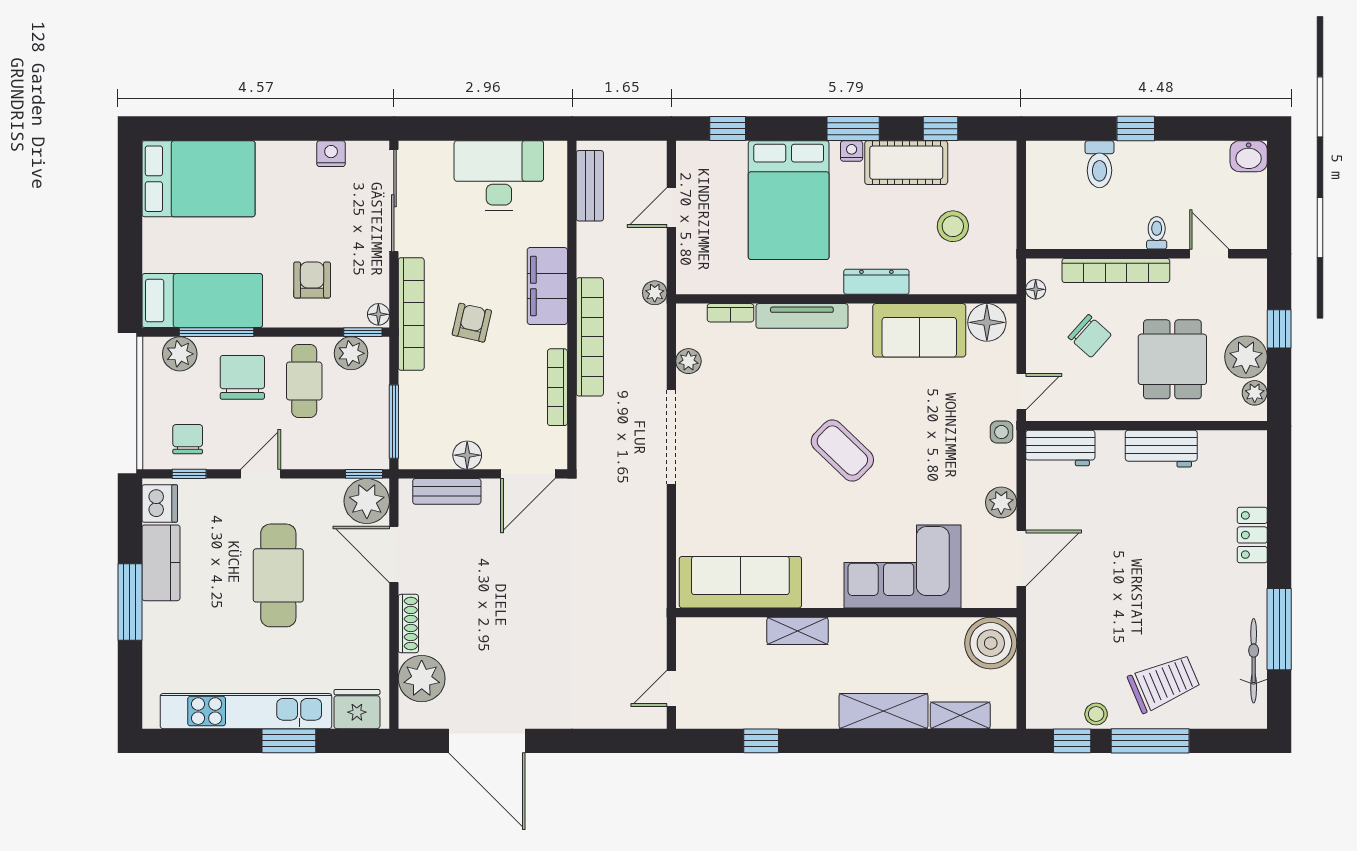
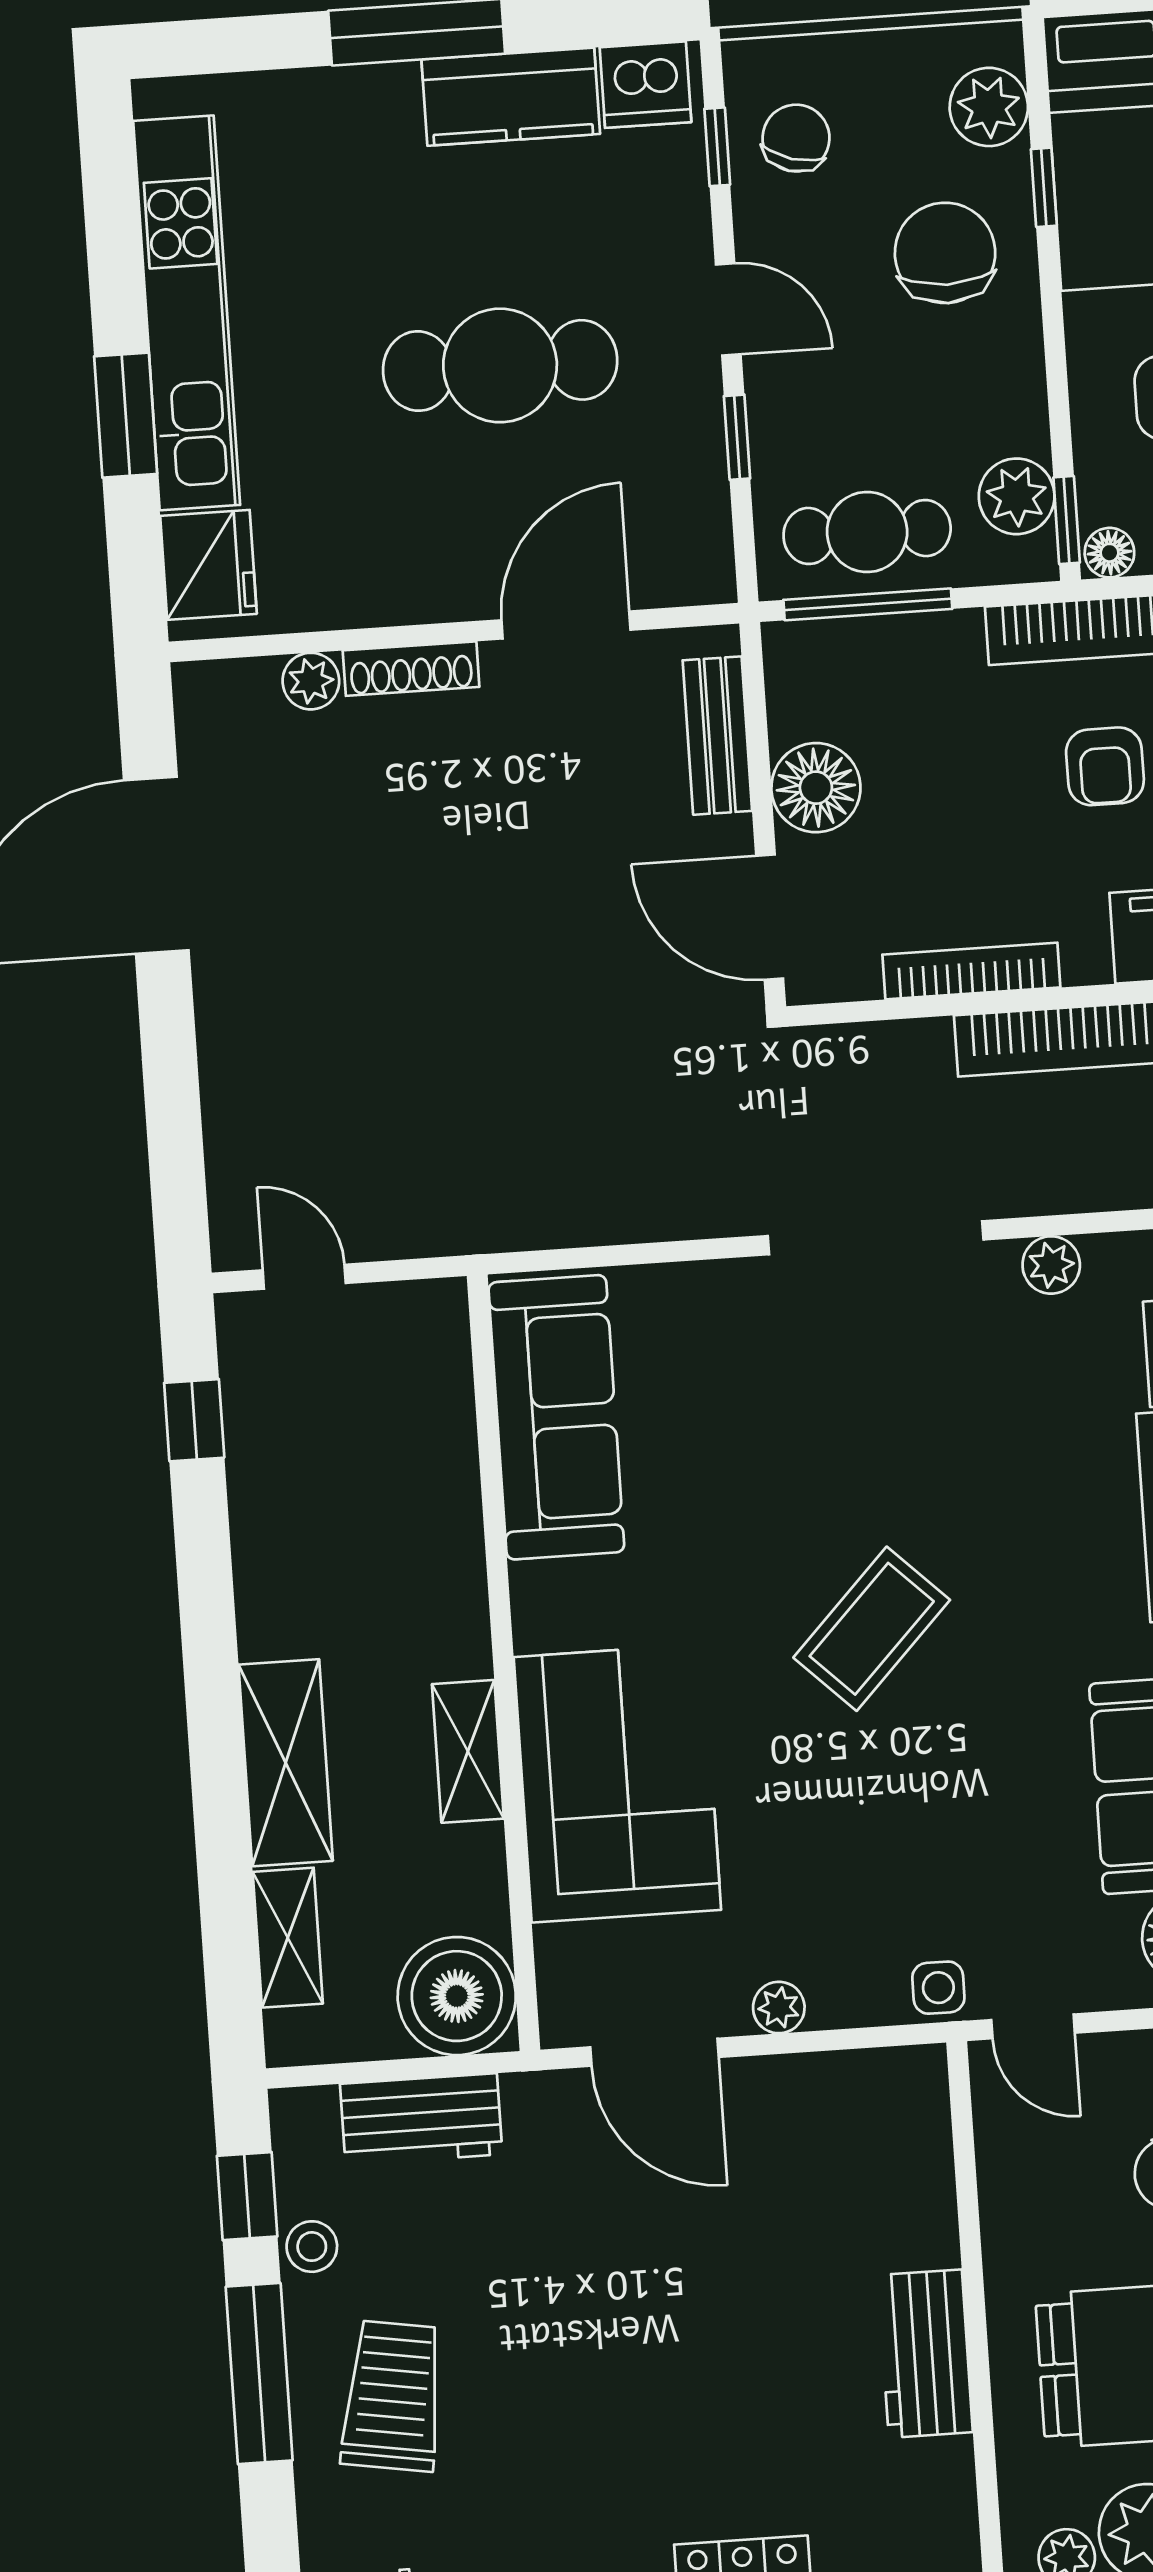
armchair: (472, 323) -> (1105, 766), turned 77
window: (217, 332) -> (1044, 187), width x0.46
chair: (242, 377) -> (945, 253), turned -90
cafe table: (304, 381) -> (867, 532), moved
chair: (188, 439) -> (796, 138), turned -74
workbench: (1060, 448) -> (421, 2119), moved, turned -90
floor lamp: (467, 455) -> (816, 788), width x1.38, depth x1.38
window: (364, 474) -> (737, 437), moved
plant: (367, 501) -> (683, 555), removed
plant: (1001, 502) -> (779, 2008), width x0.73, depth x0.73
shelving: (798, 631) -> (468, 1751), moved
plant: (422, 679) -> (311, 681), width x0.53, depth x0.53
trolley: (1164, 683) -> (393, 2396), turned -148
window: (761, 741) -> (194, 1420), moved

